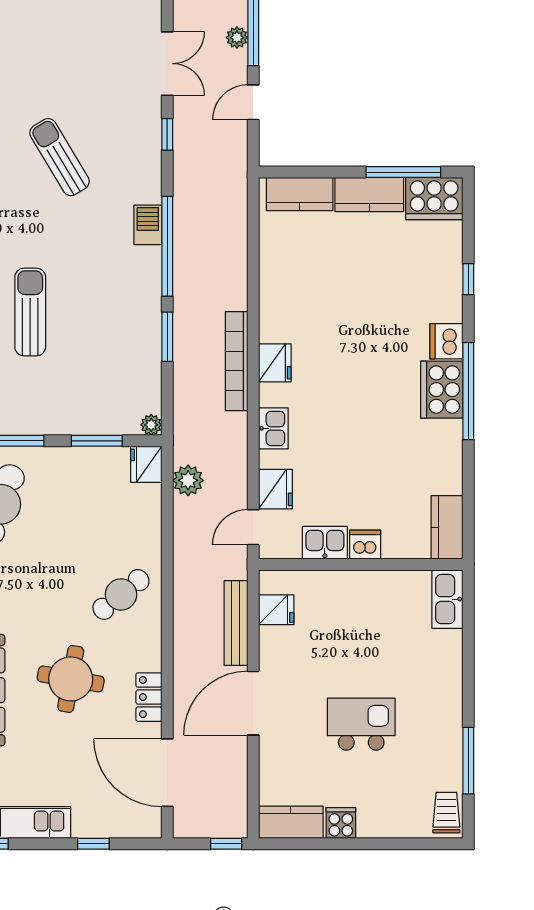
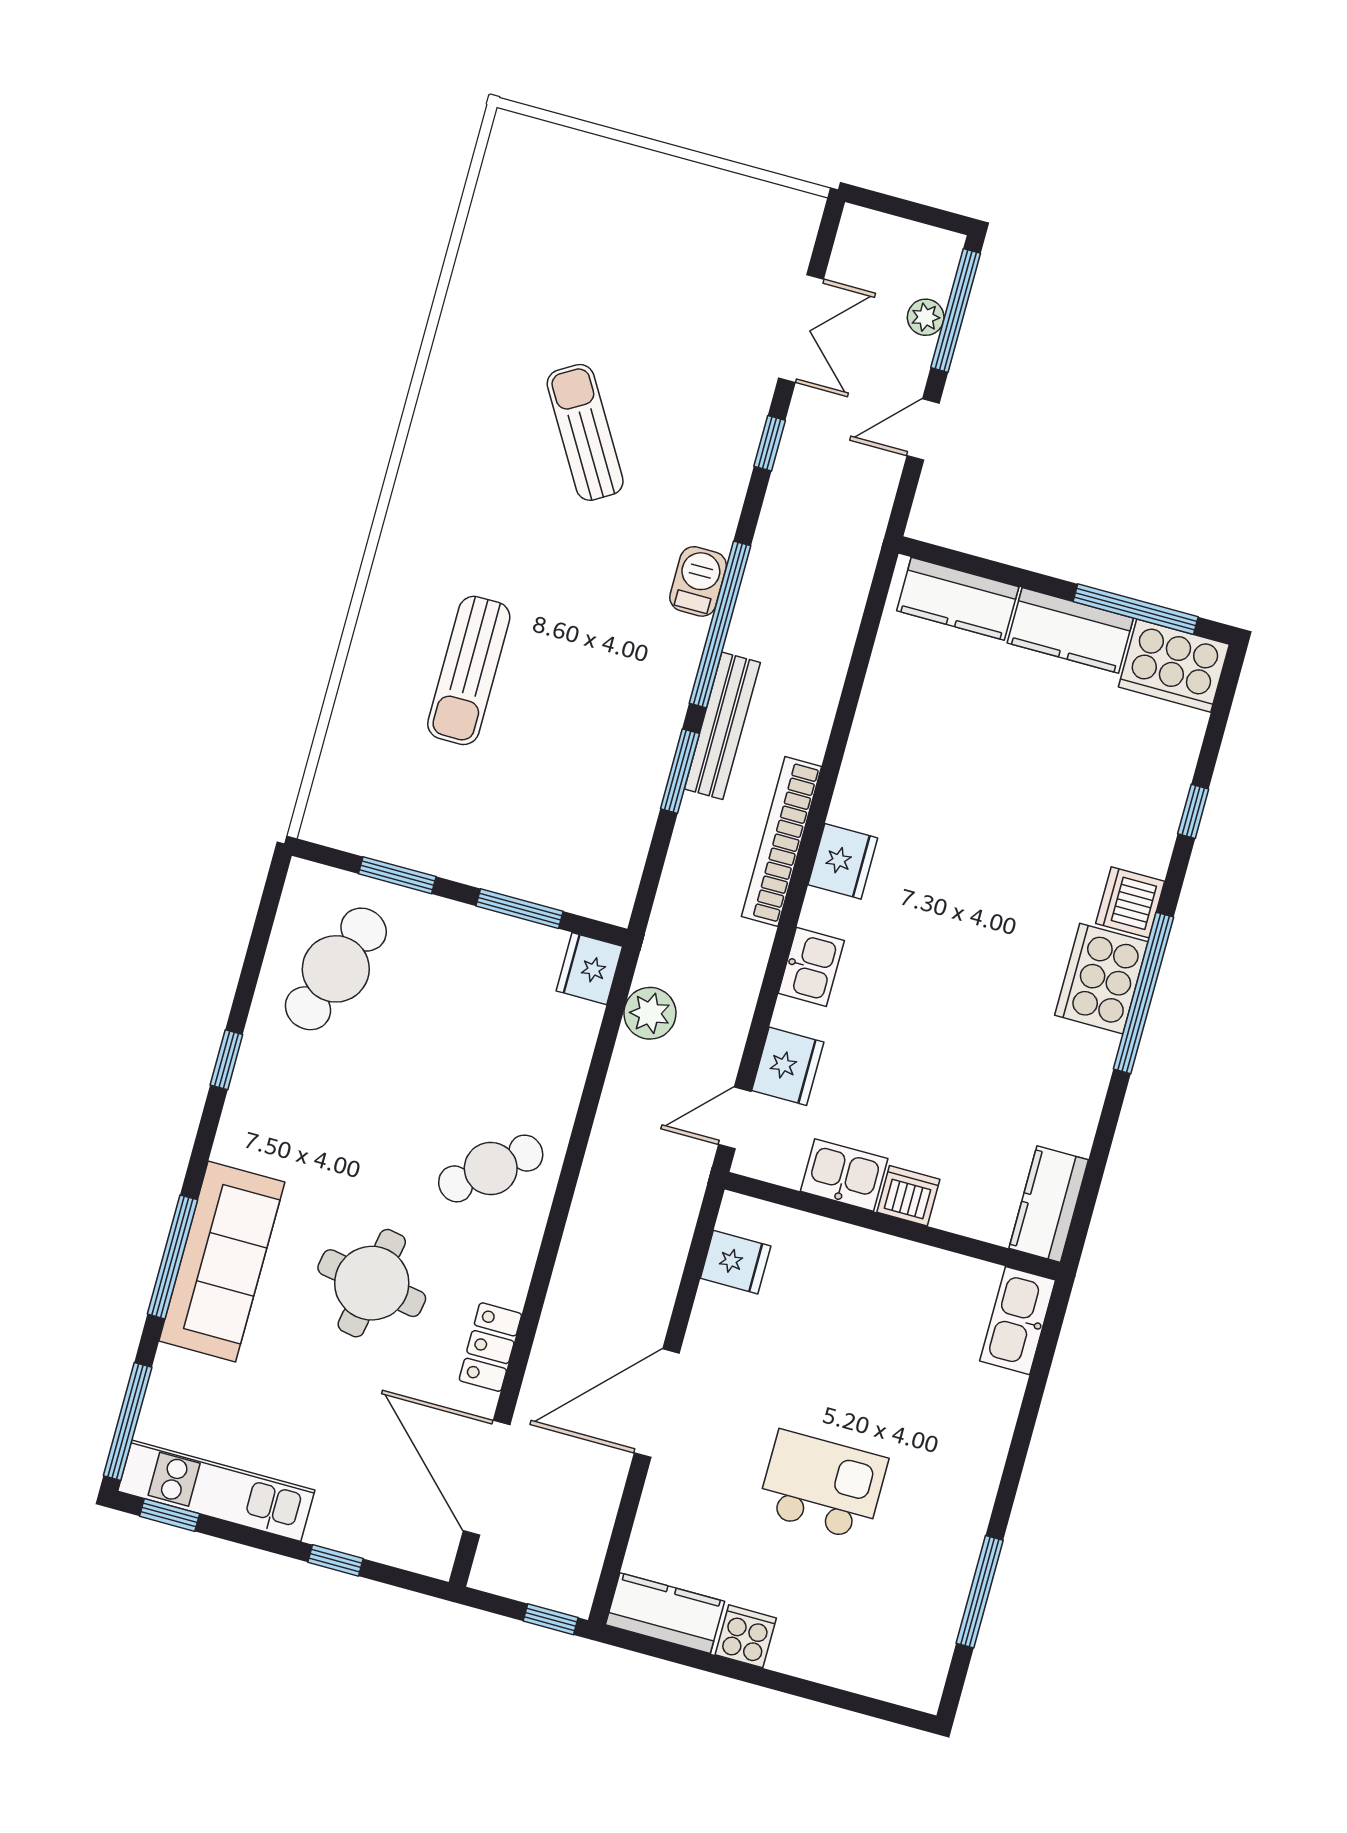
sun lounger: (30, 312) -> (469, 670), turned 180
plant: (151, 425) -> (615, 907), removed
bench: (236, 623) -> (722, 726), moved
trolley: (446, 813) -> (921, 1666), removed

